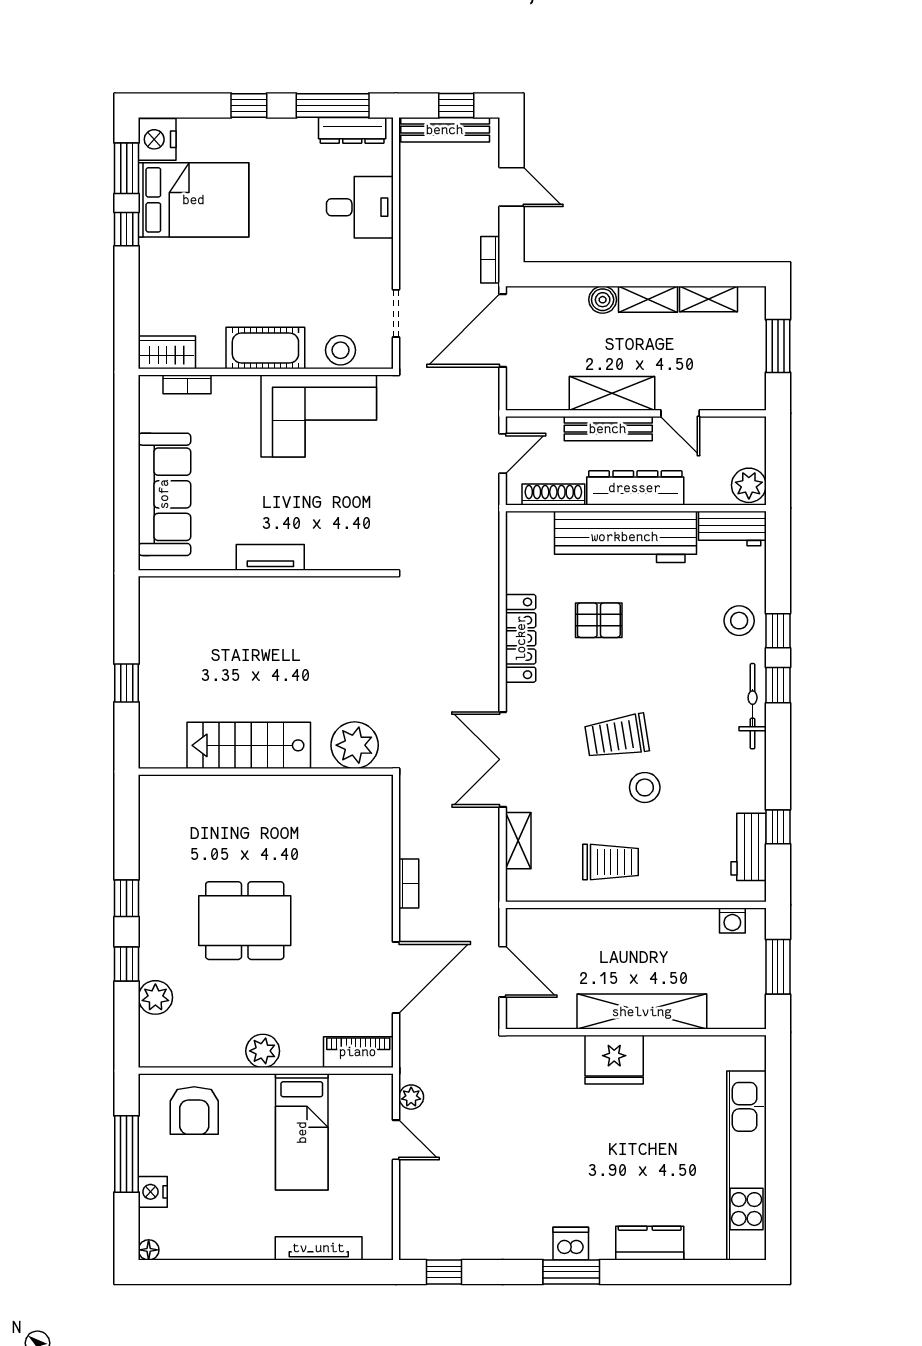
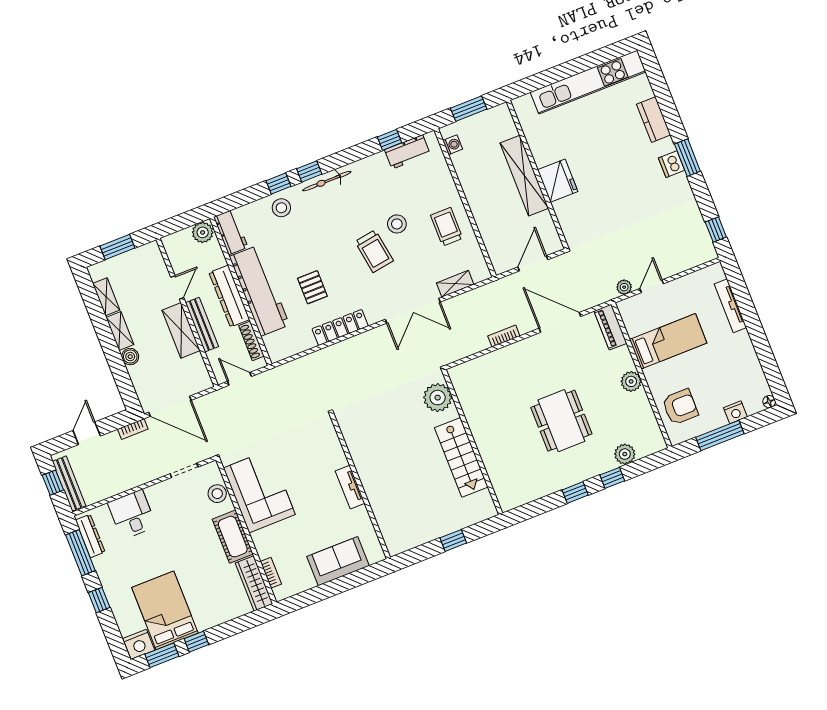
wardrobe: (167, 352) -> (254, 583), width x1.50
sofa: (164, 494) -> (338, 561), width x0.73

